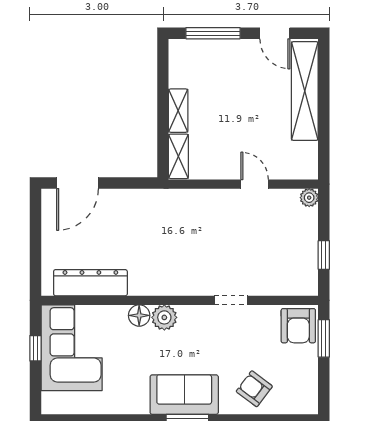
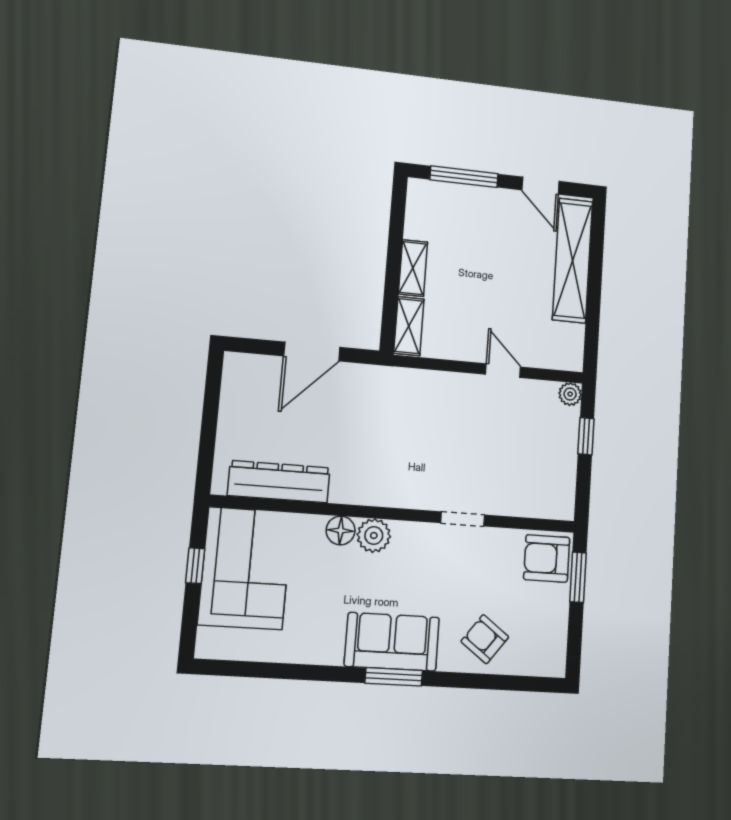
door: (78, 183) -> (312, 352), moved
window: (324, 255) -> (586, 436), moved
armchair: (298, 326) -> (547, 558), turned 90

